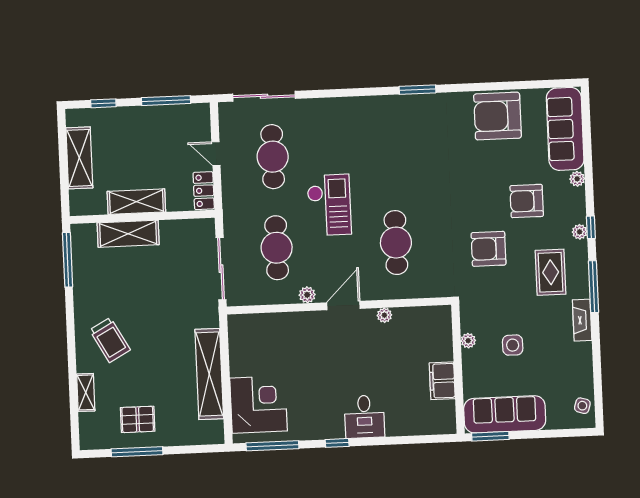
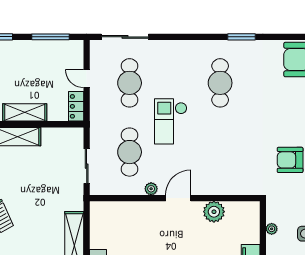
checkout: (329, 205) -> (171, 121), turned 180
cafe table: (396, 243) -> (220, 83), moved
sliding door: (221, 269) -> (87, 166), width x0.73
plant: (384, 315) -> (214, 212), width x1.88, depth x1.88

